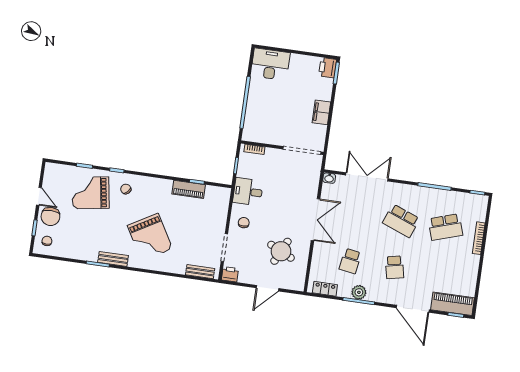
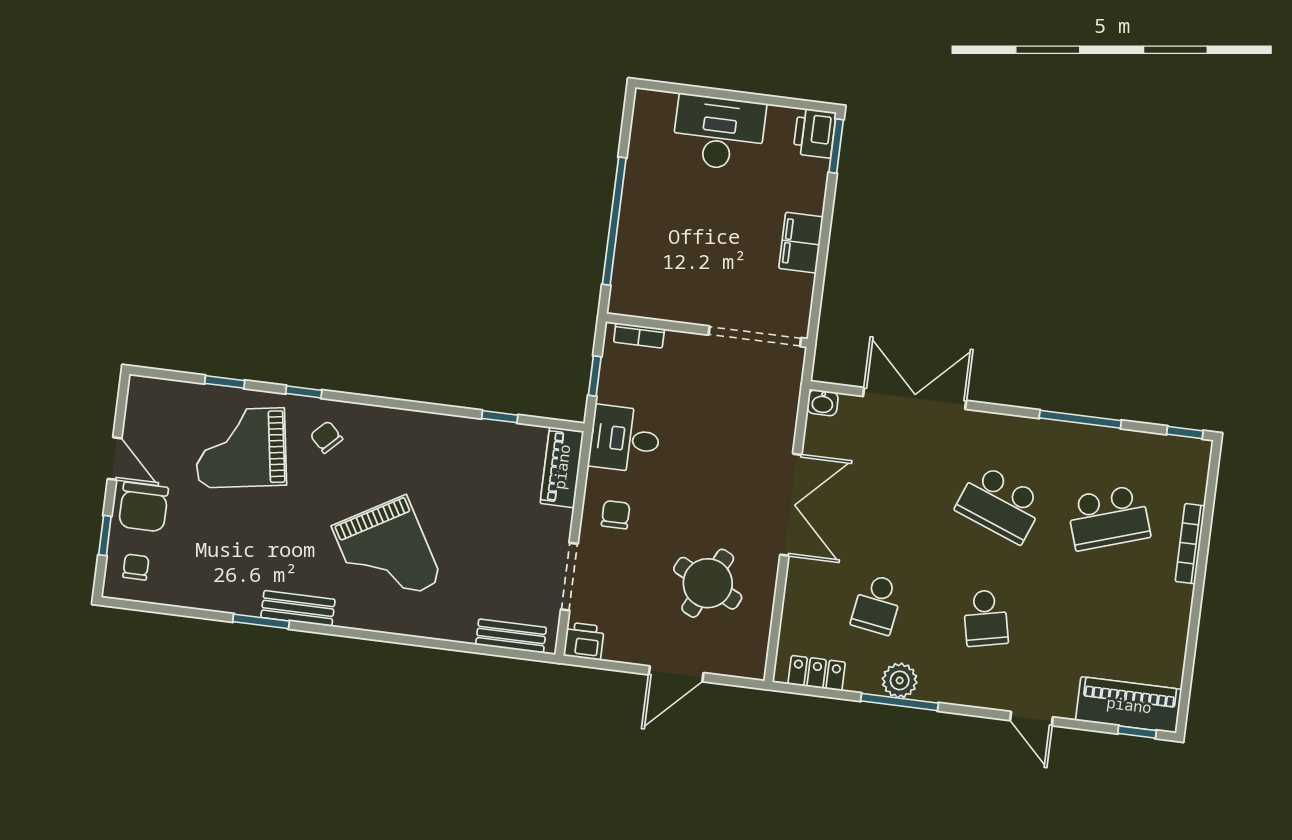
desk: (270, 64) -> (719, 133), moved
piano: (189, 189) -> (562, 467), moved, turned 90
door: (413, 309) -> (1031, 719), width x0.53

